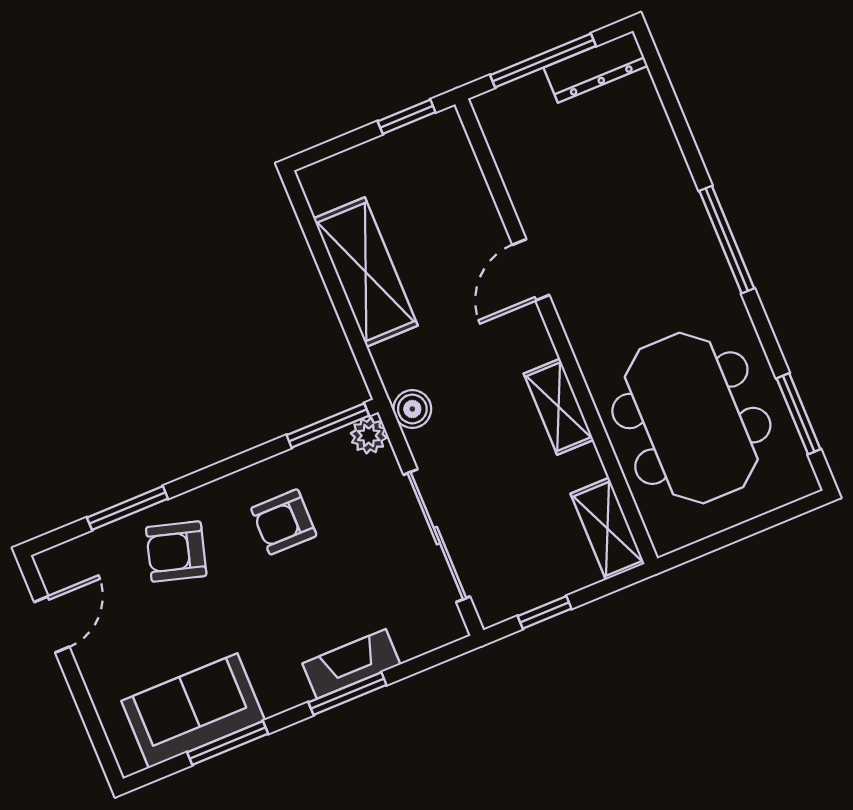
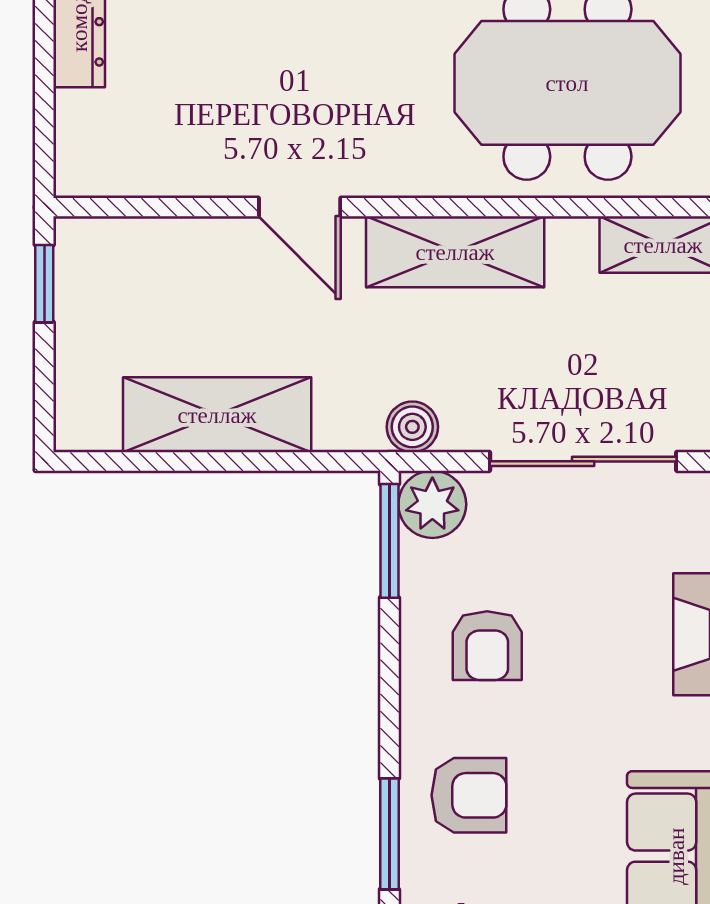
window: (543, 61) -> (44, 84), removed
shelving: (559, 407) -> (455, 252), width x1.50, depth x1.33
plant: (369, 436) -> (432, 504), width x1.38, depth x1.38
armchair: (176, 552) -> (469, 795), turned -106

